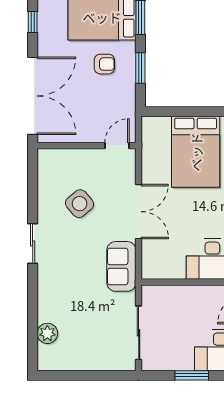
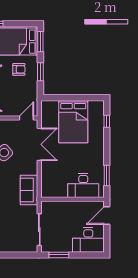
double door: (139, 212) -> (39, 144), moved
window: (192, 375) -> (59, 255), moved

